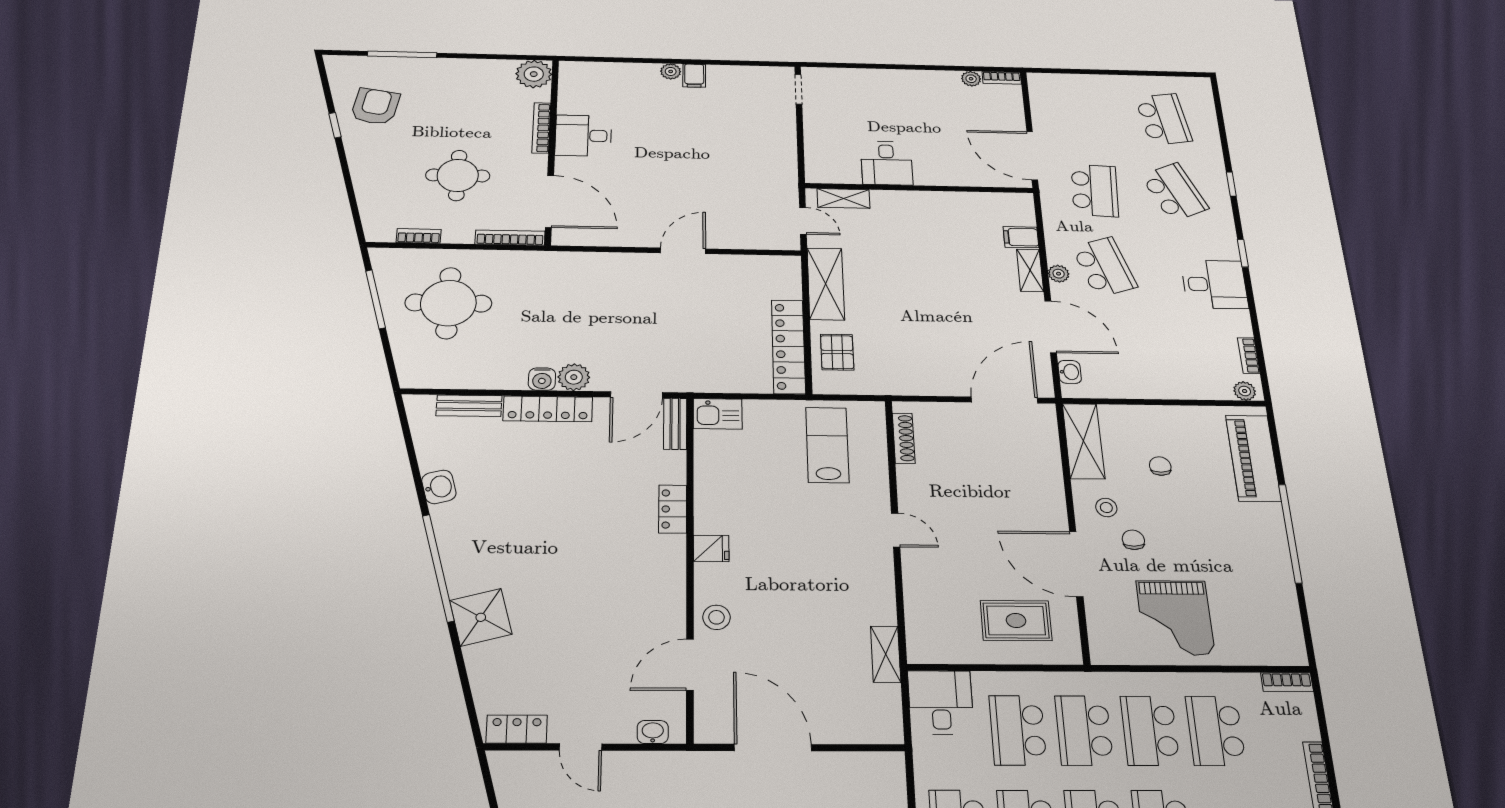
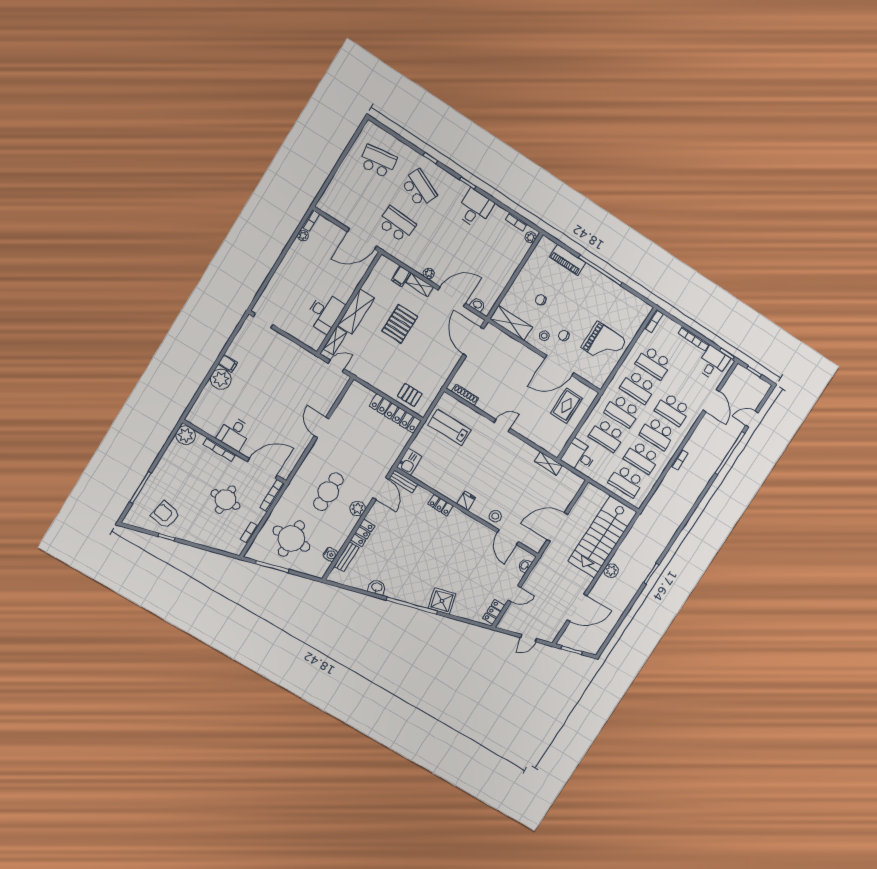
plant: (671, 71) -> (221, 379), width x1.87, depth x1.87
desk: (887, 163) -> (325, 312), width x1.37
school desk: (1174, 192) -> (419, 188), turned 48
school desk: (1104, 267) -> (437, 251), removed
pallet: (945, 275) -> (400, 324), added
shelving: (826, 284) -> (356, 312), moved, turned 90
cafe table: (574, 317) -> (328, 492), added
water cooler: (542, 379) -> (330, 554), moved
locker: (548, 409) -> (363, 533), width x0.66
piano: (1253, 458) -> (568, 260), width x0.73, depth x0.75

